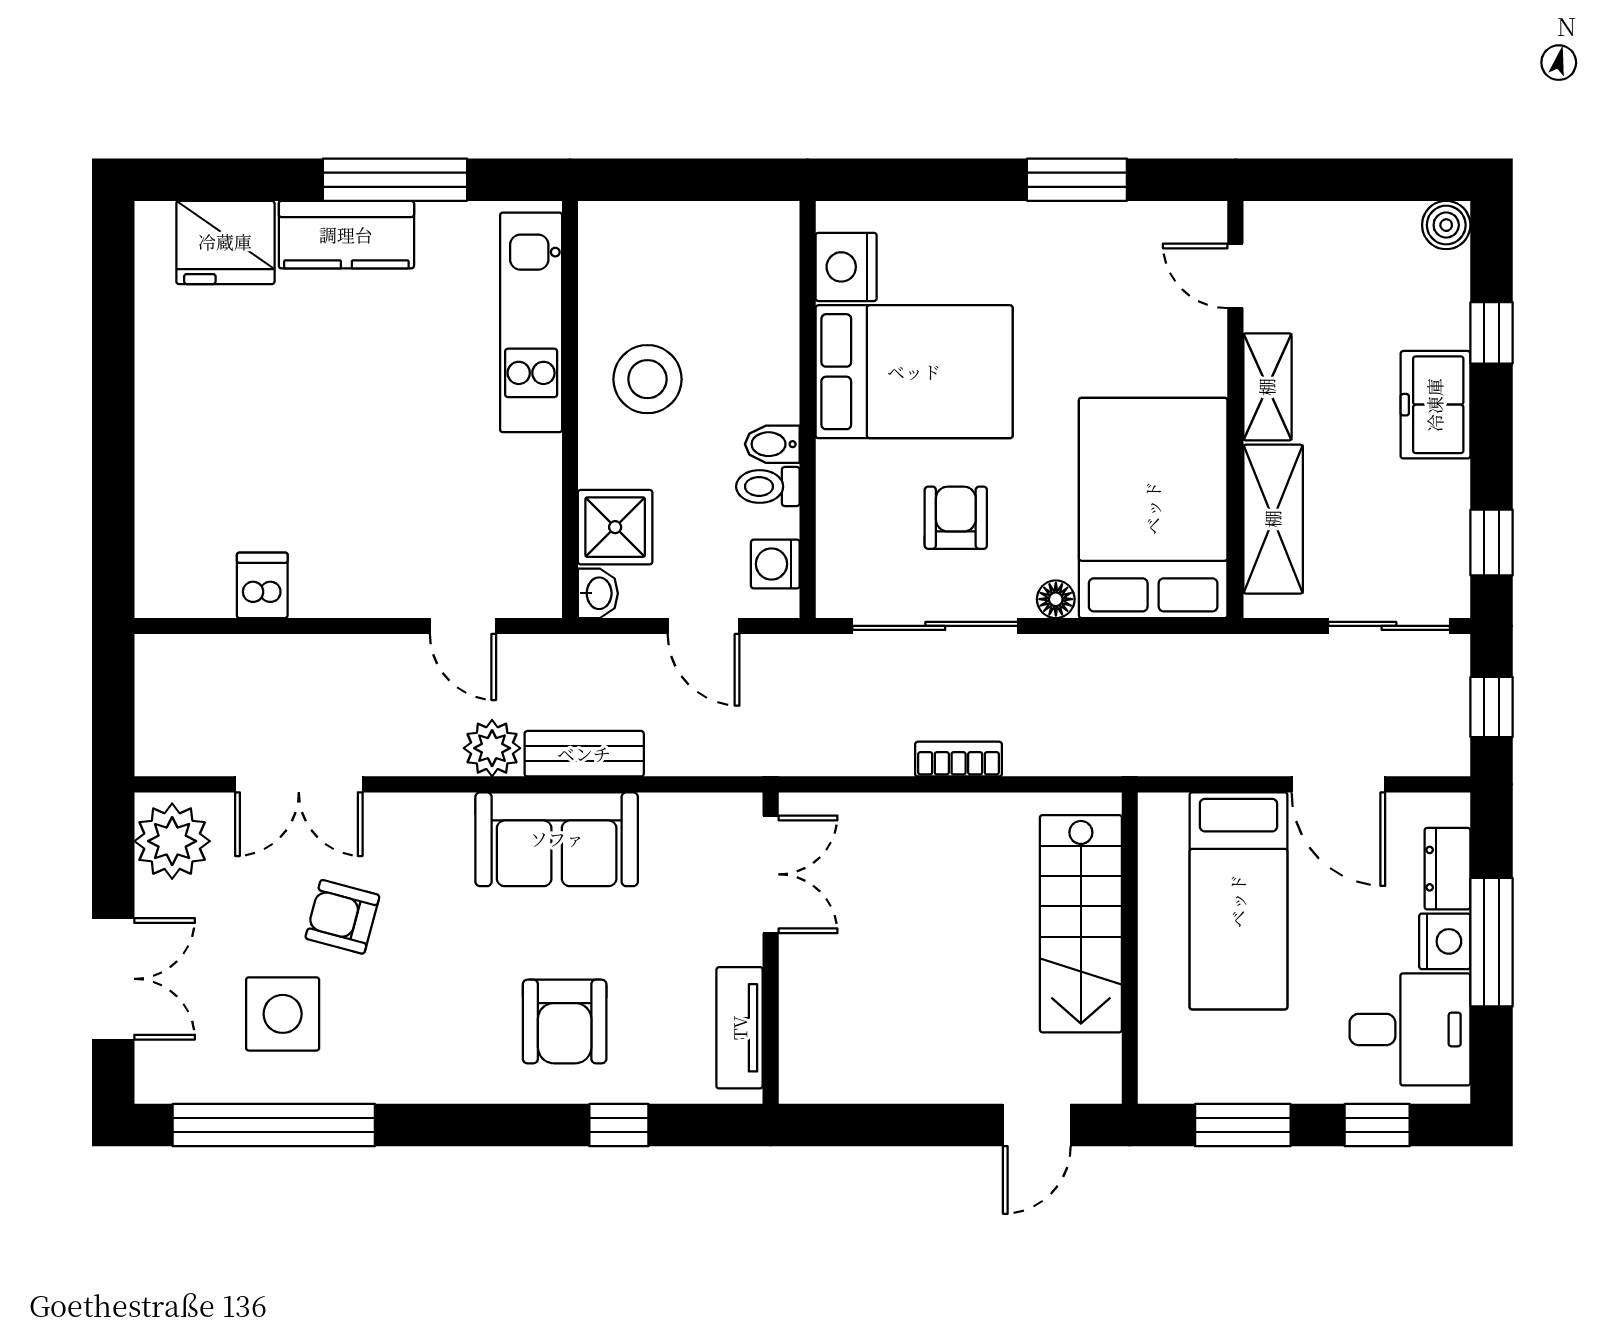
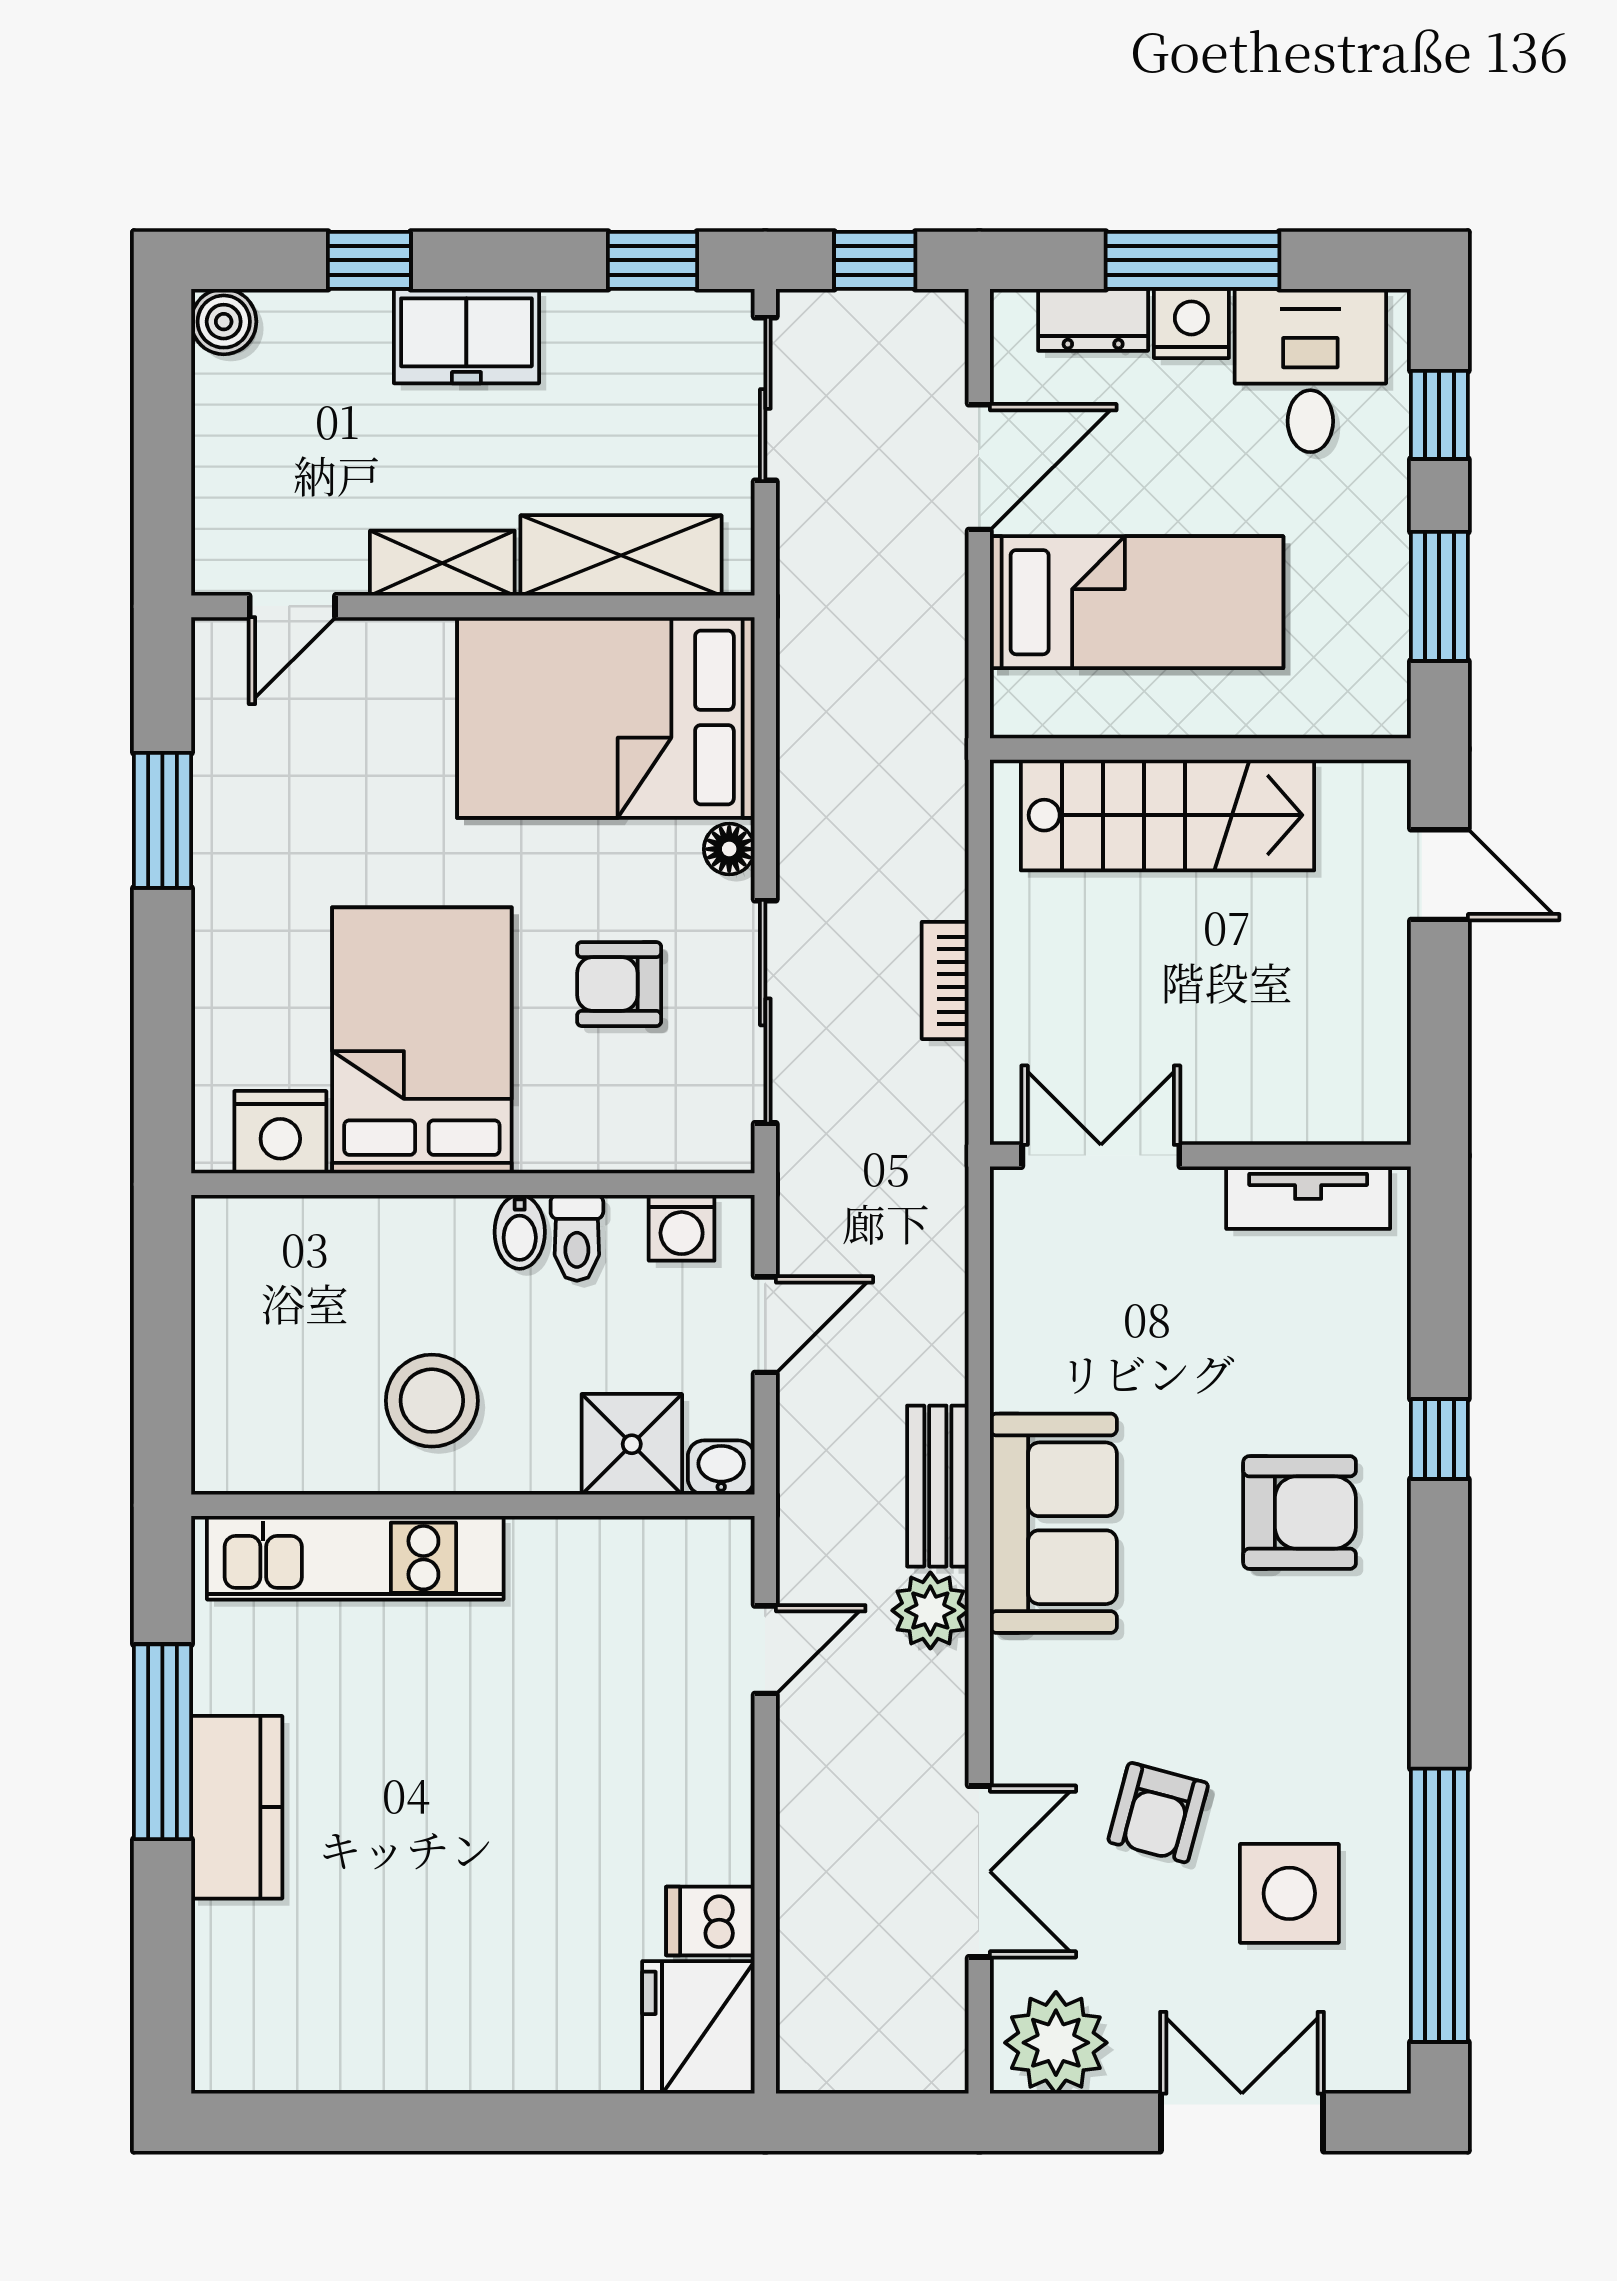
fridge: (225, 242) -> (698, 2027), moved, turned 180
double door: (771, 874) -> (1101, 1156), moved
wall: (771, 948) -> (1200, 1156), moved
tv unit: (740, 1028) -> (1308, 1198), moved

